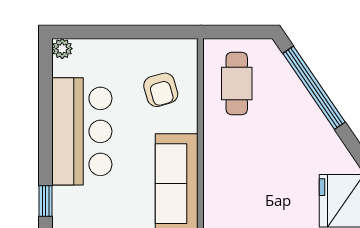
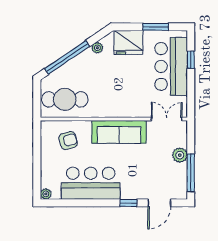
cafe table: (237, 84) -> (65, 99), width x1.37, depth x1.35
plant: (332, 144) -> (97, 48), added

